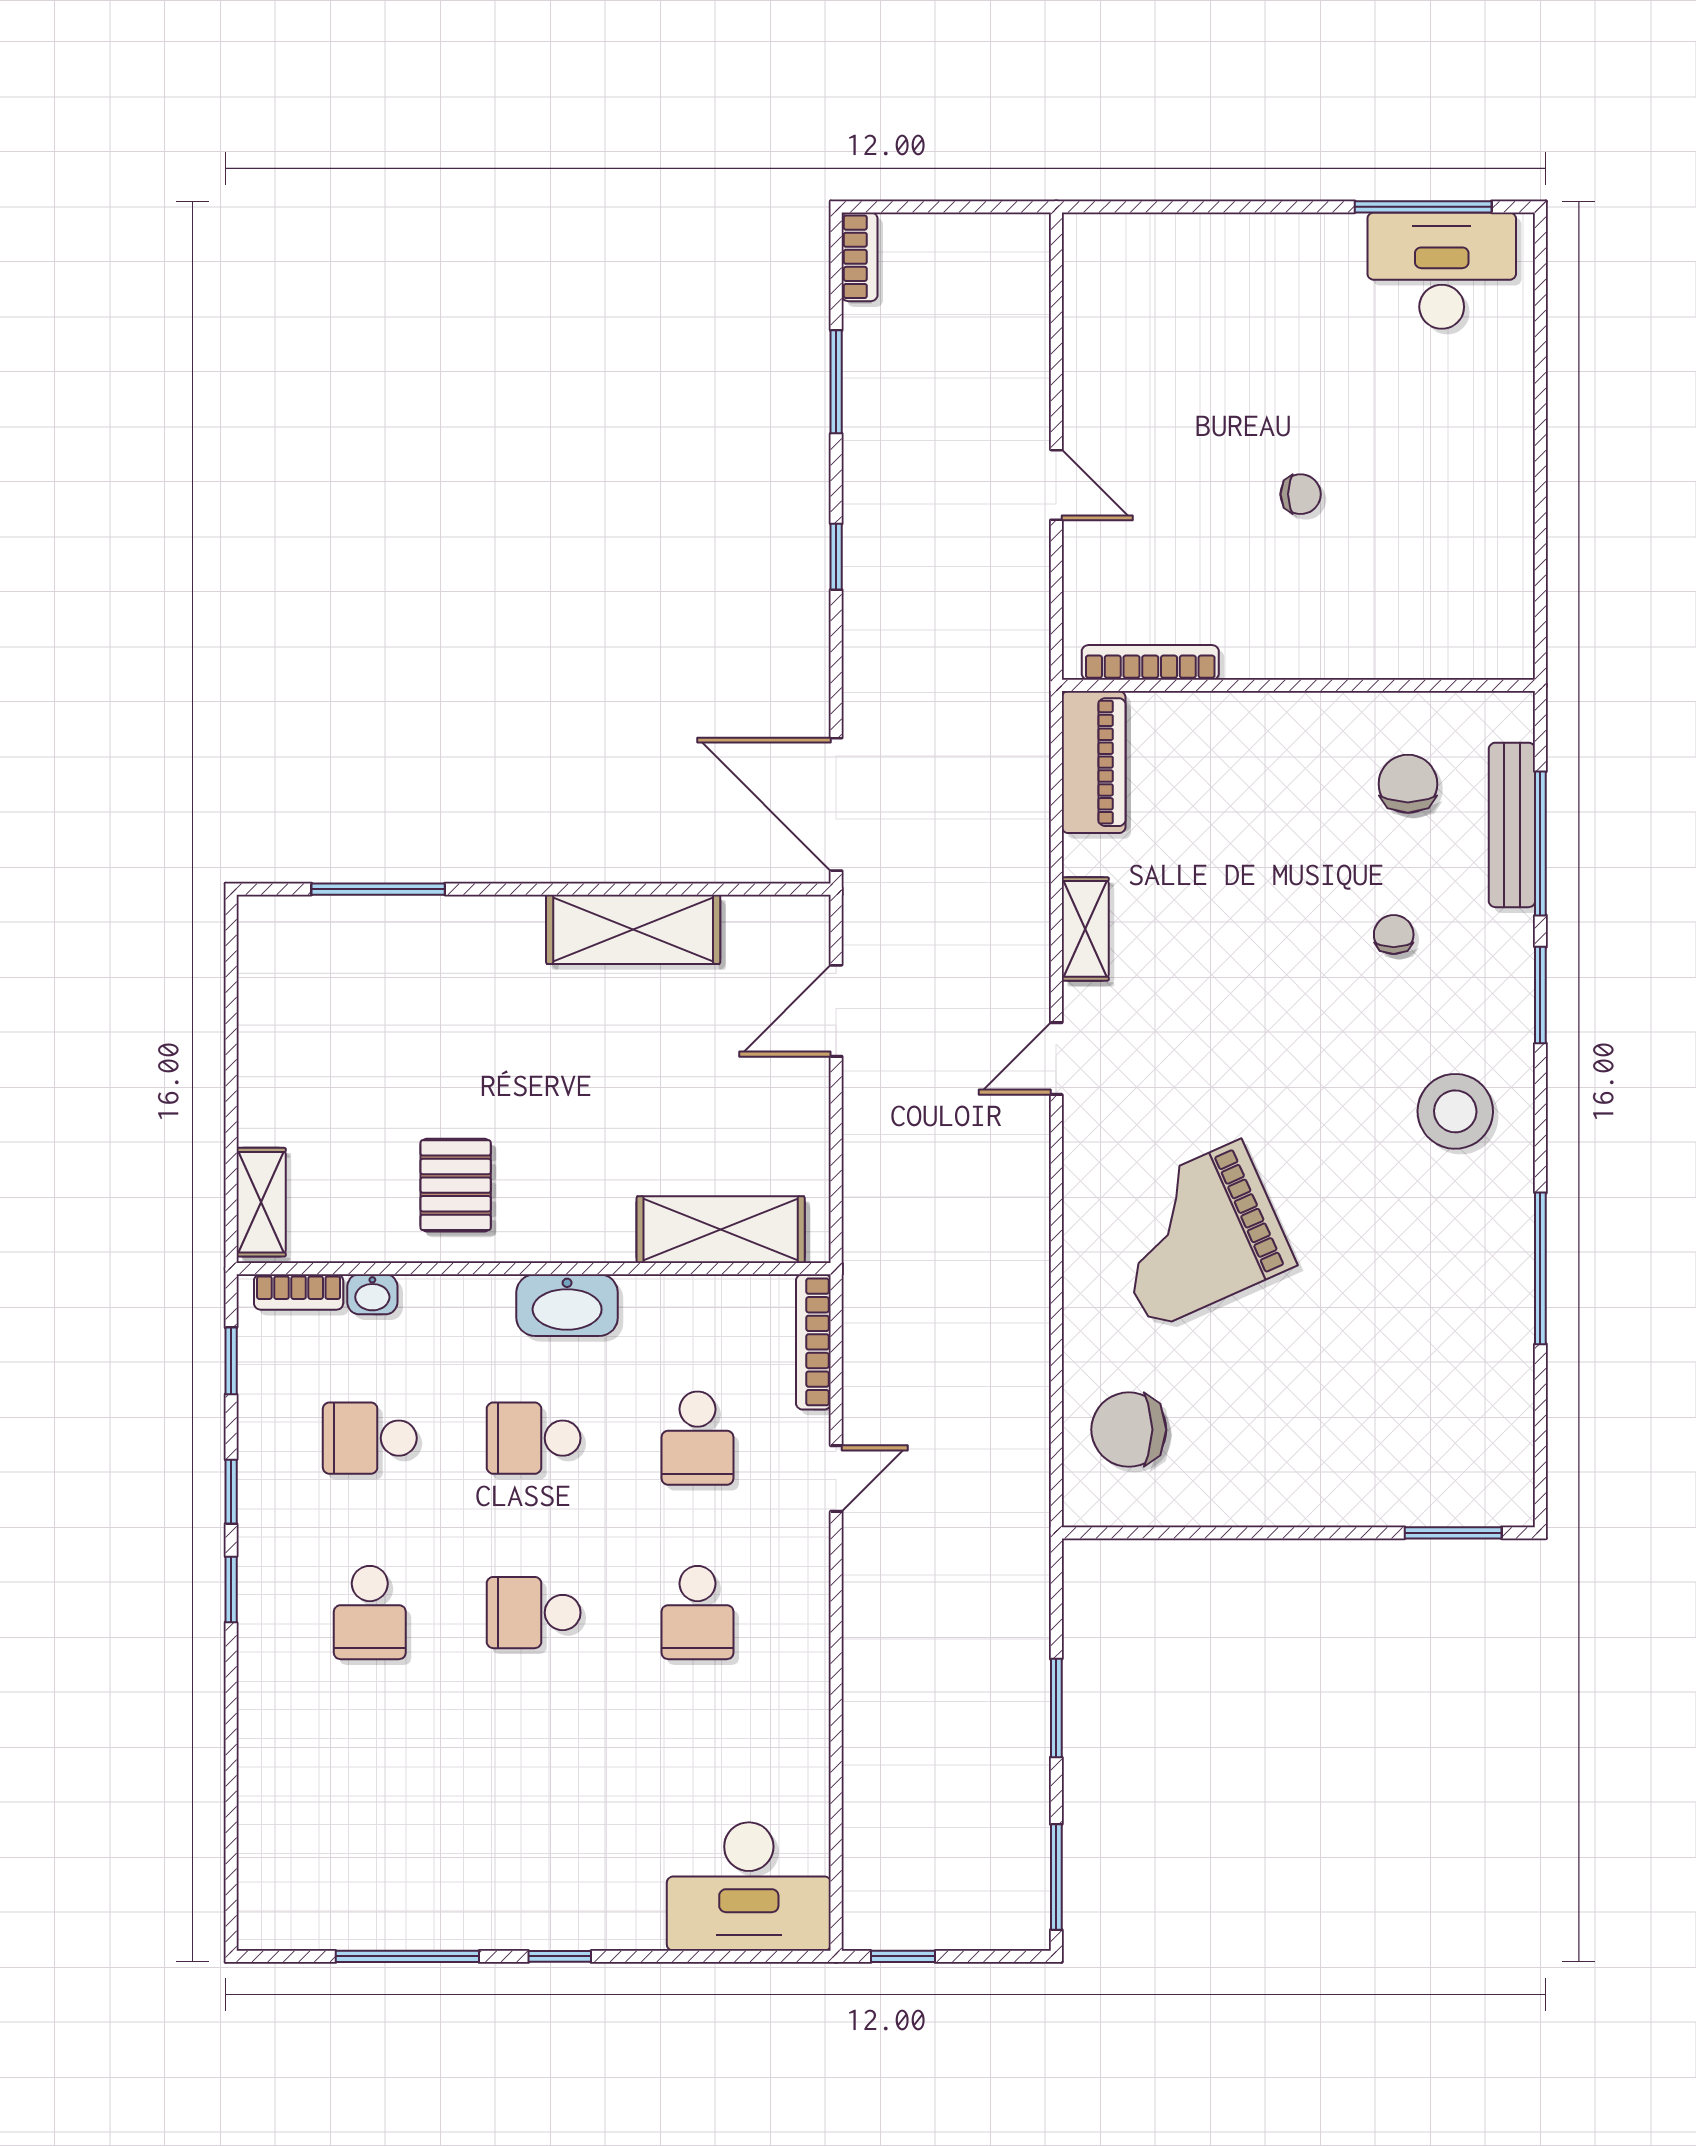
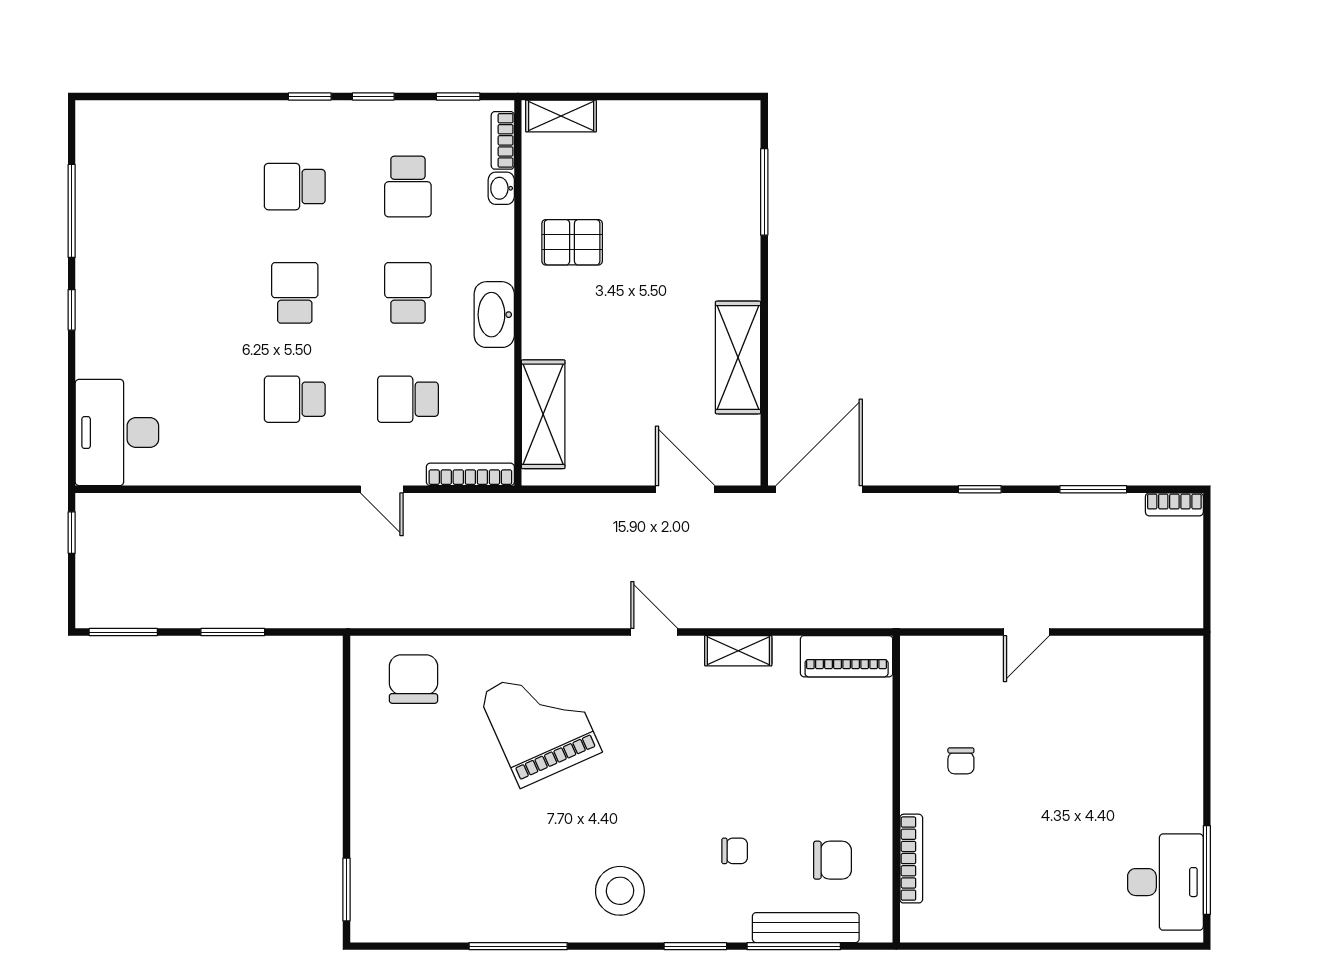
chair: (1301, 494) -> (961, 761), moved
bookcase: (1150, 662) -> (911, 859), moved
school desk: (370, 1438) -> (408, 187), turned 180

